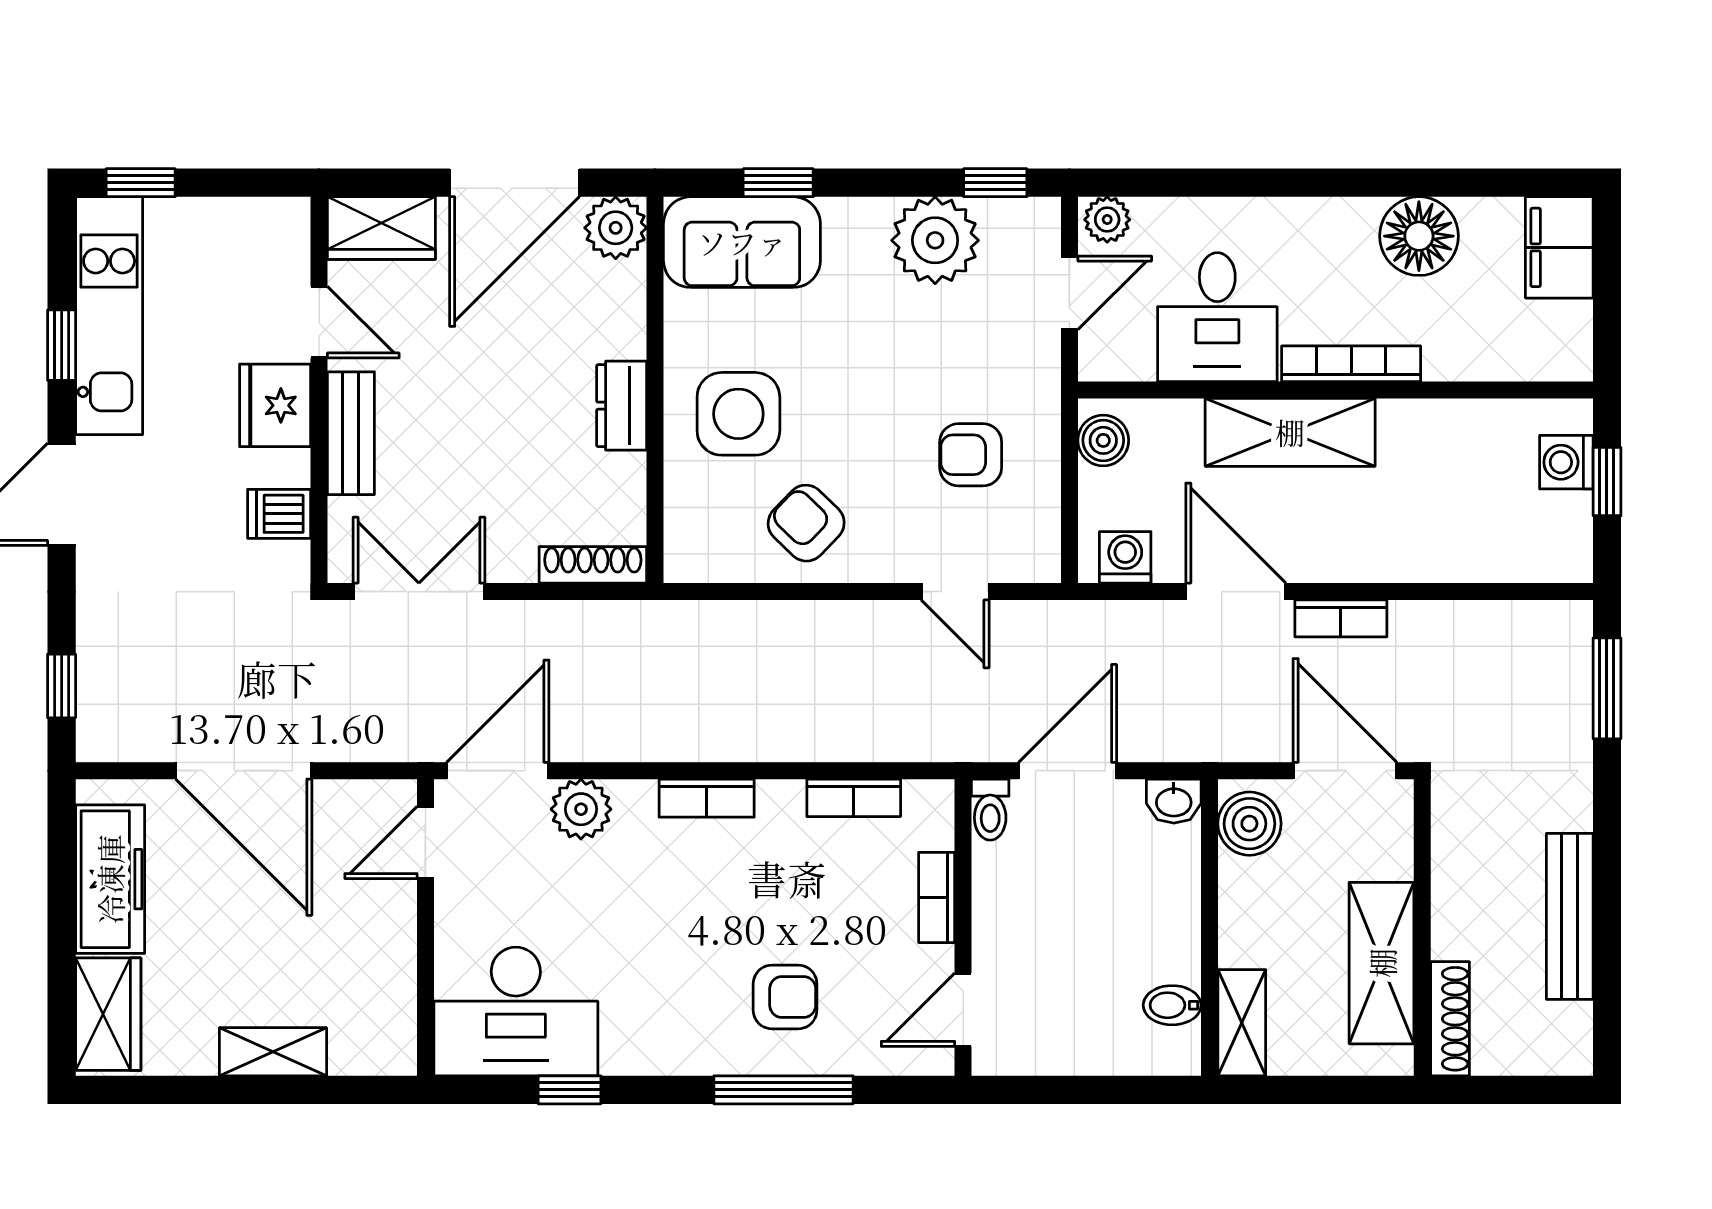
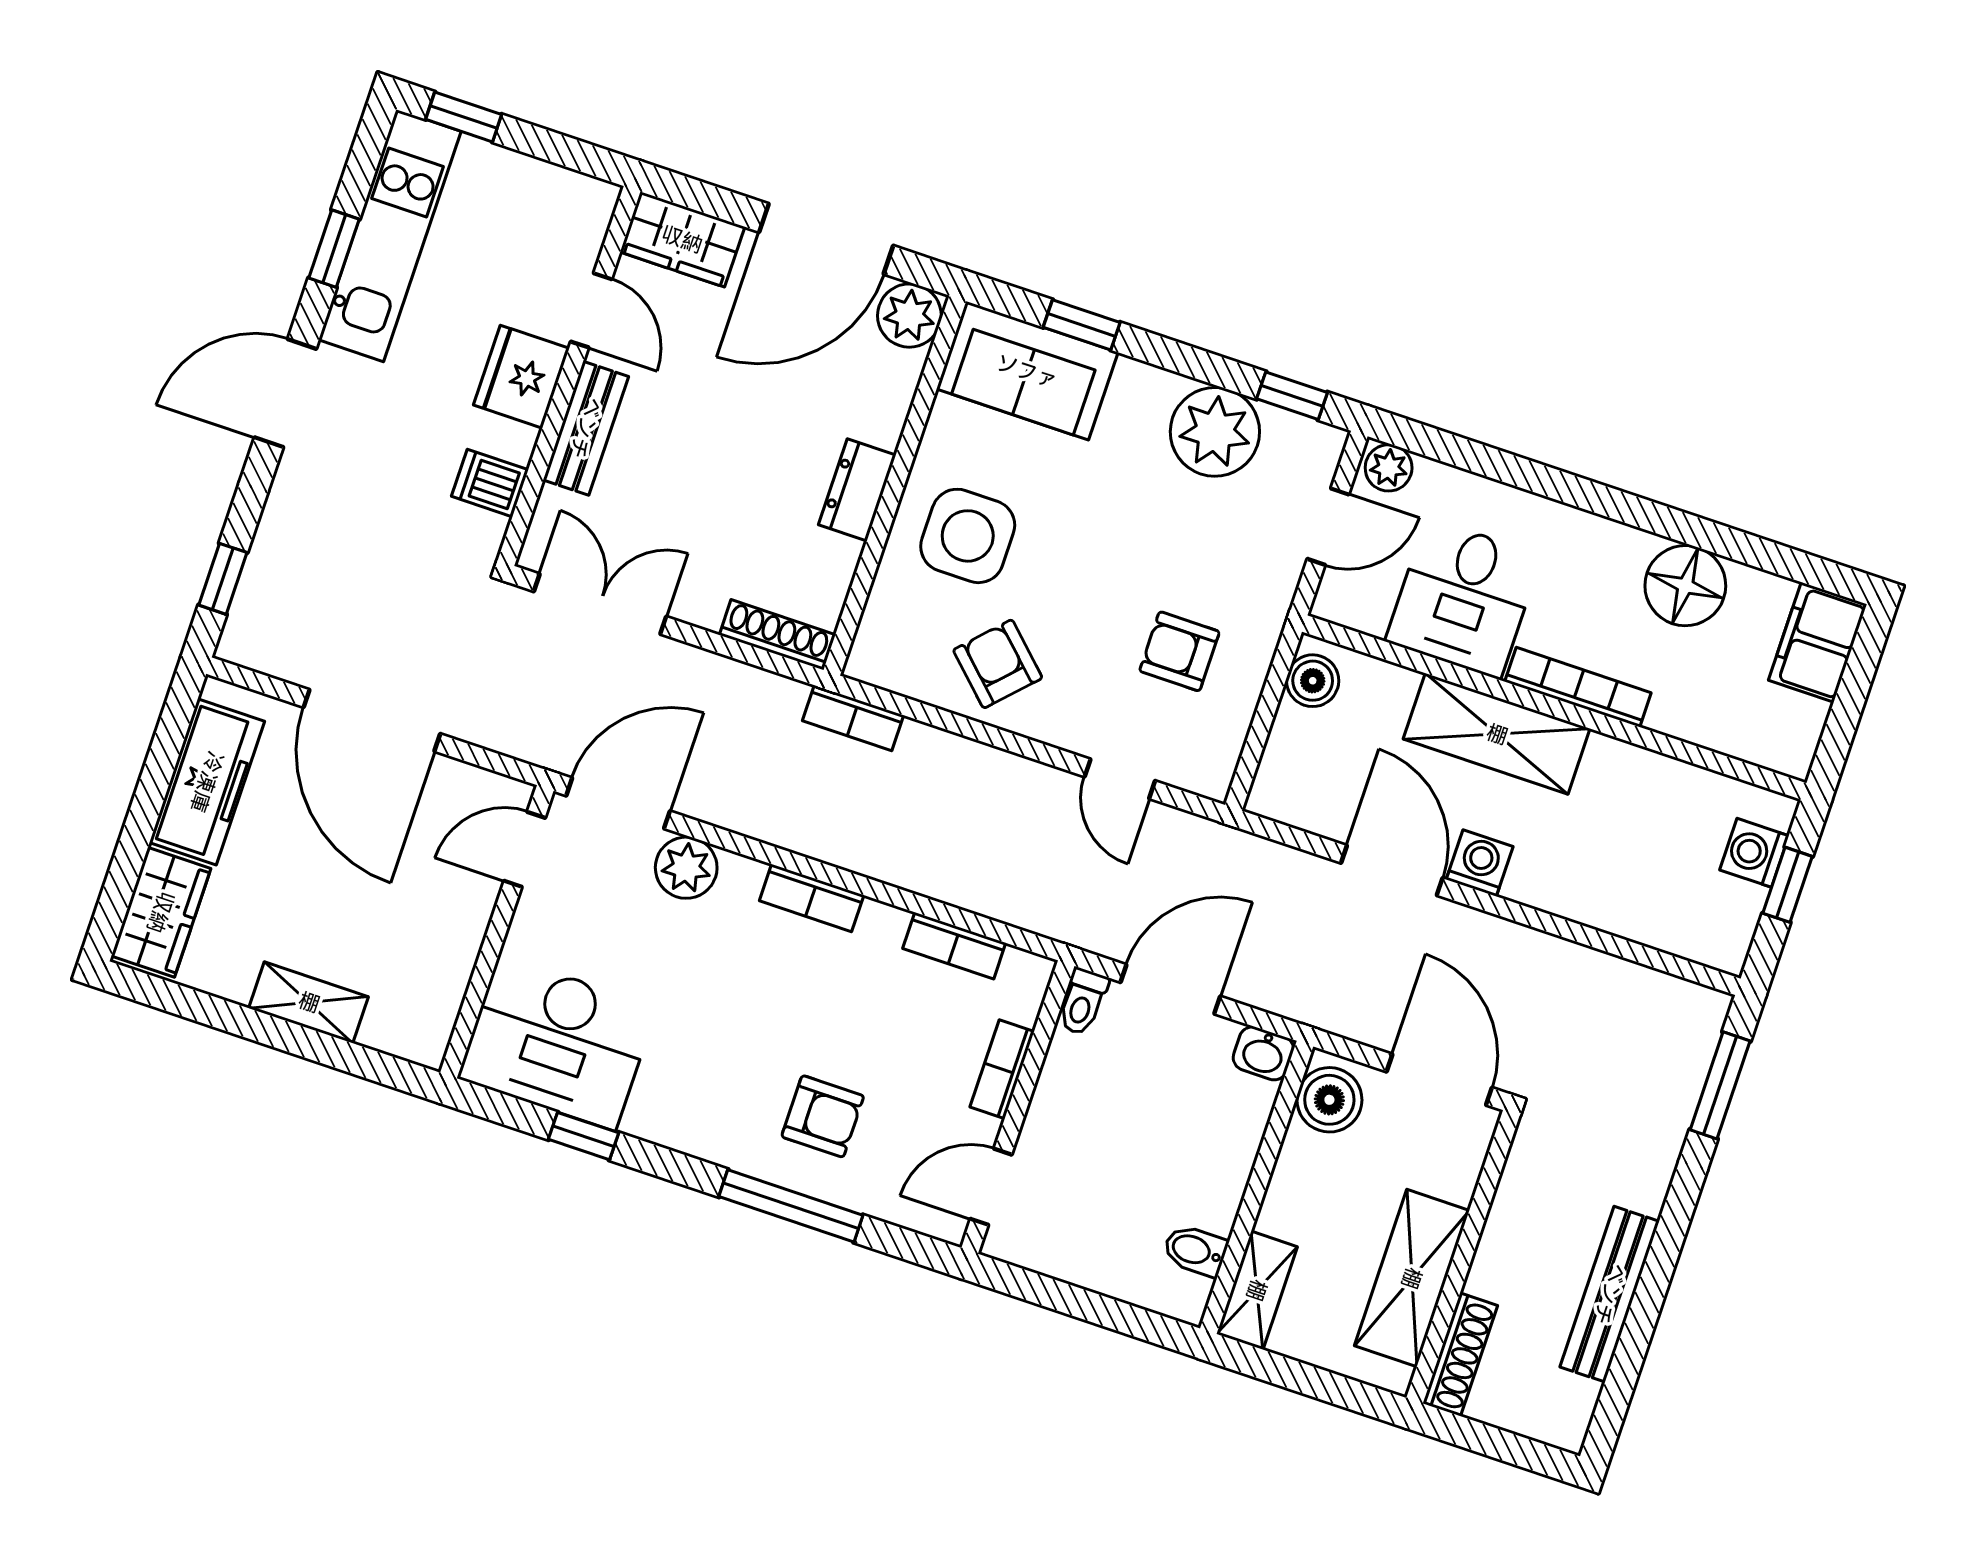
washing machine: (1125, 557) -> (1480, 863), moved
bookcase: (1341, 618) -> (853, 718), moved

